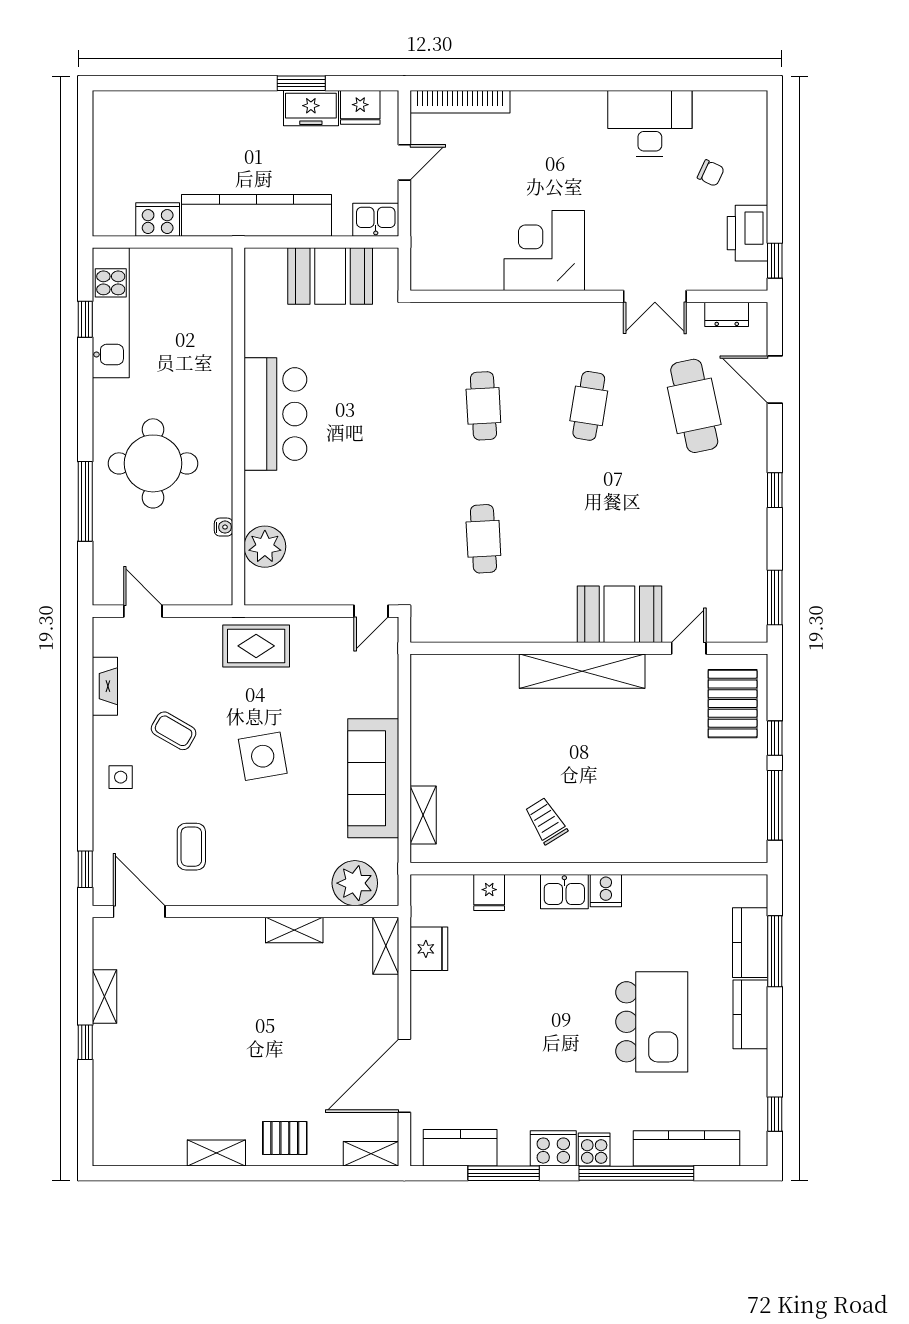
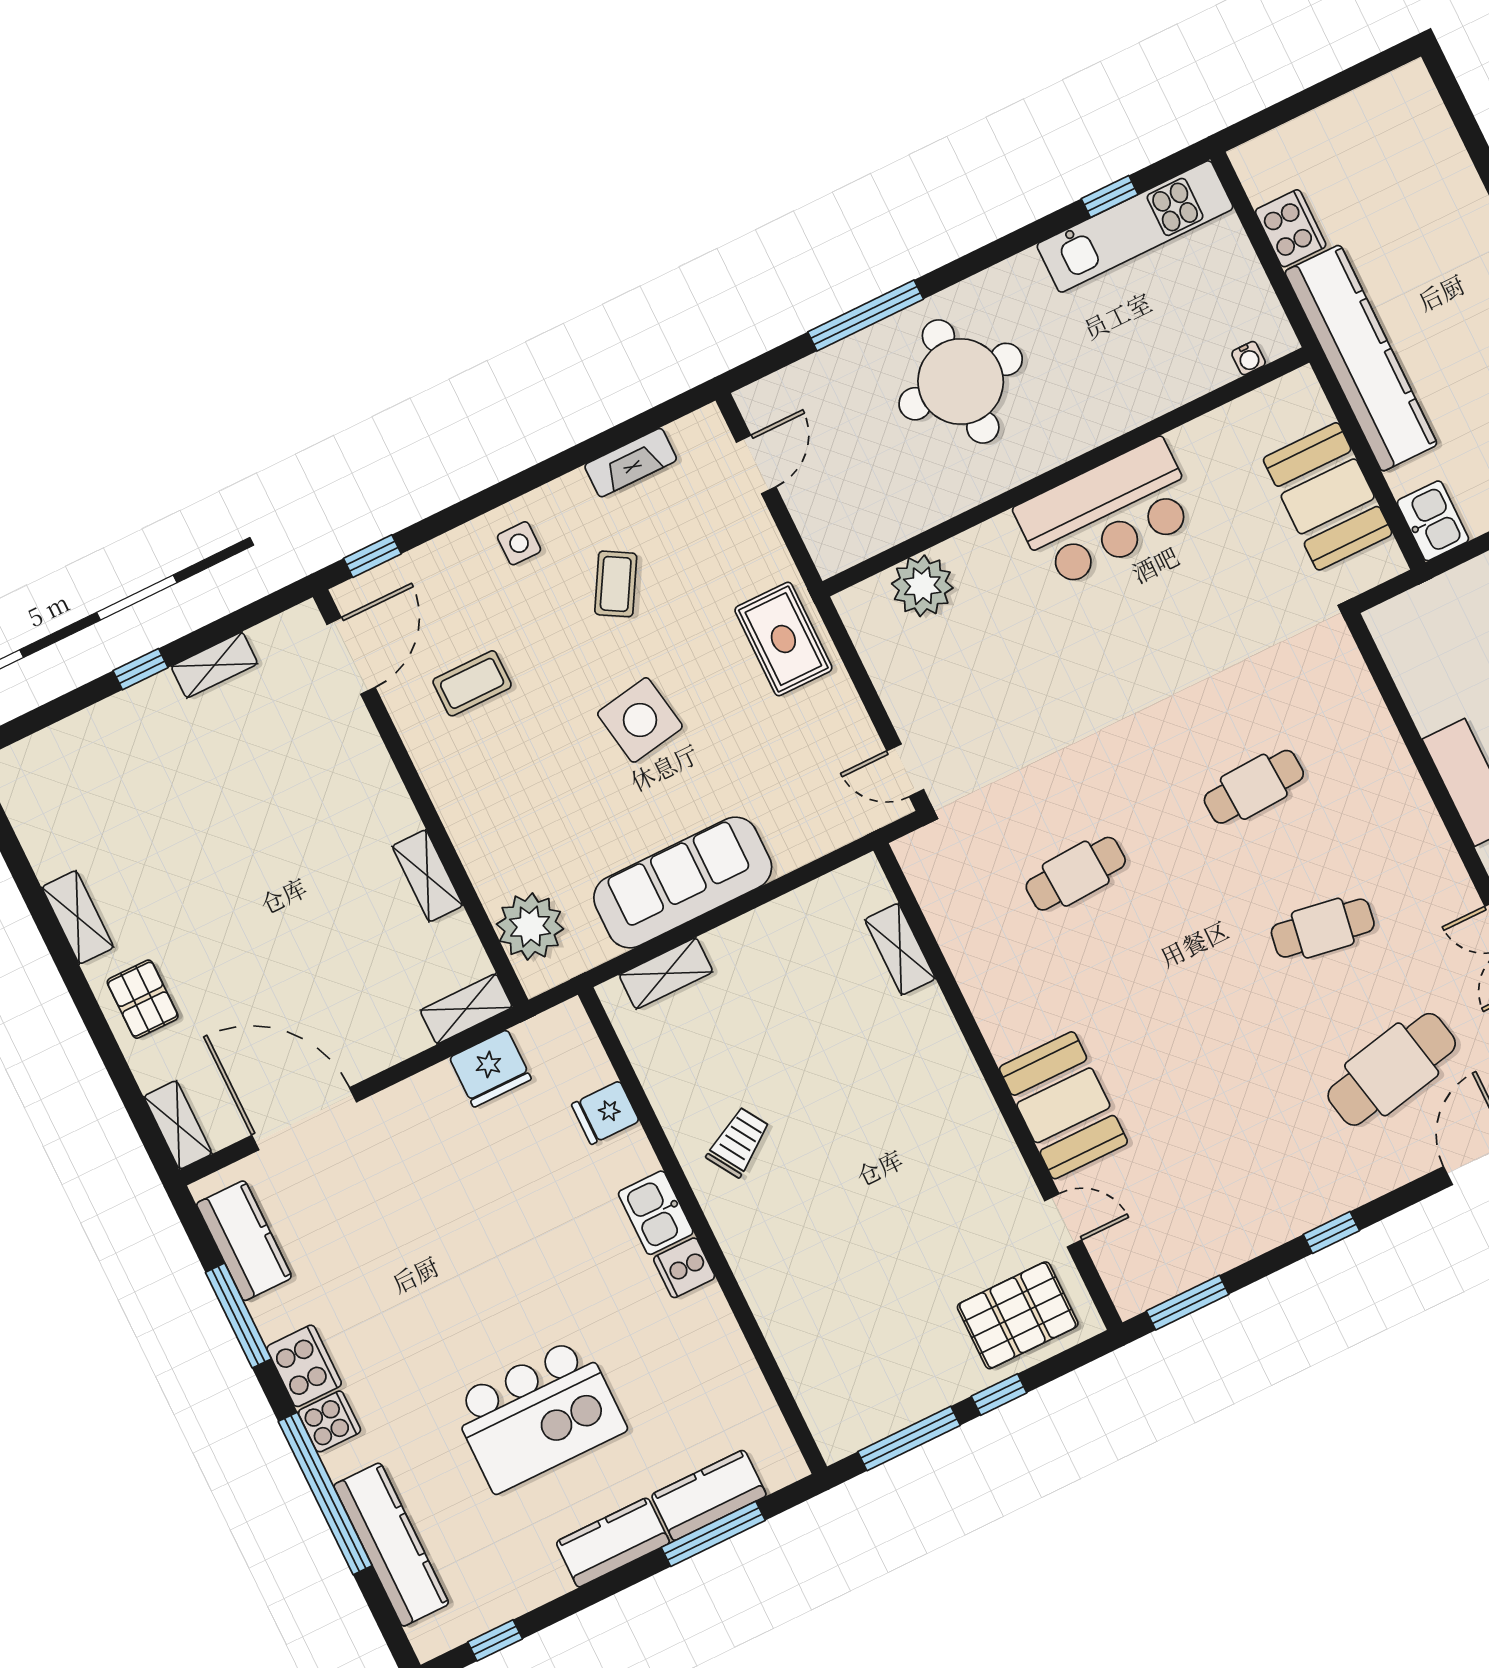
water cooler: (224, 527) -> (1249, 358), moved
shelving: (582, 671) -> (900, 949), moved, width x0.45, depth x0.75

